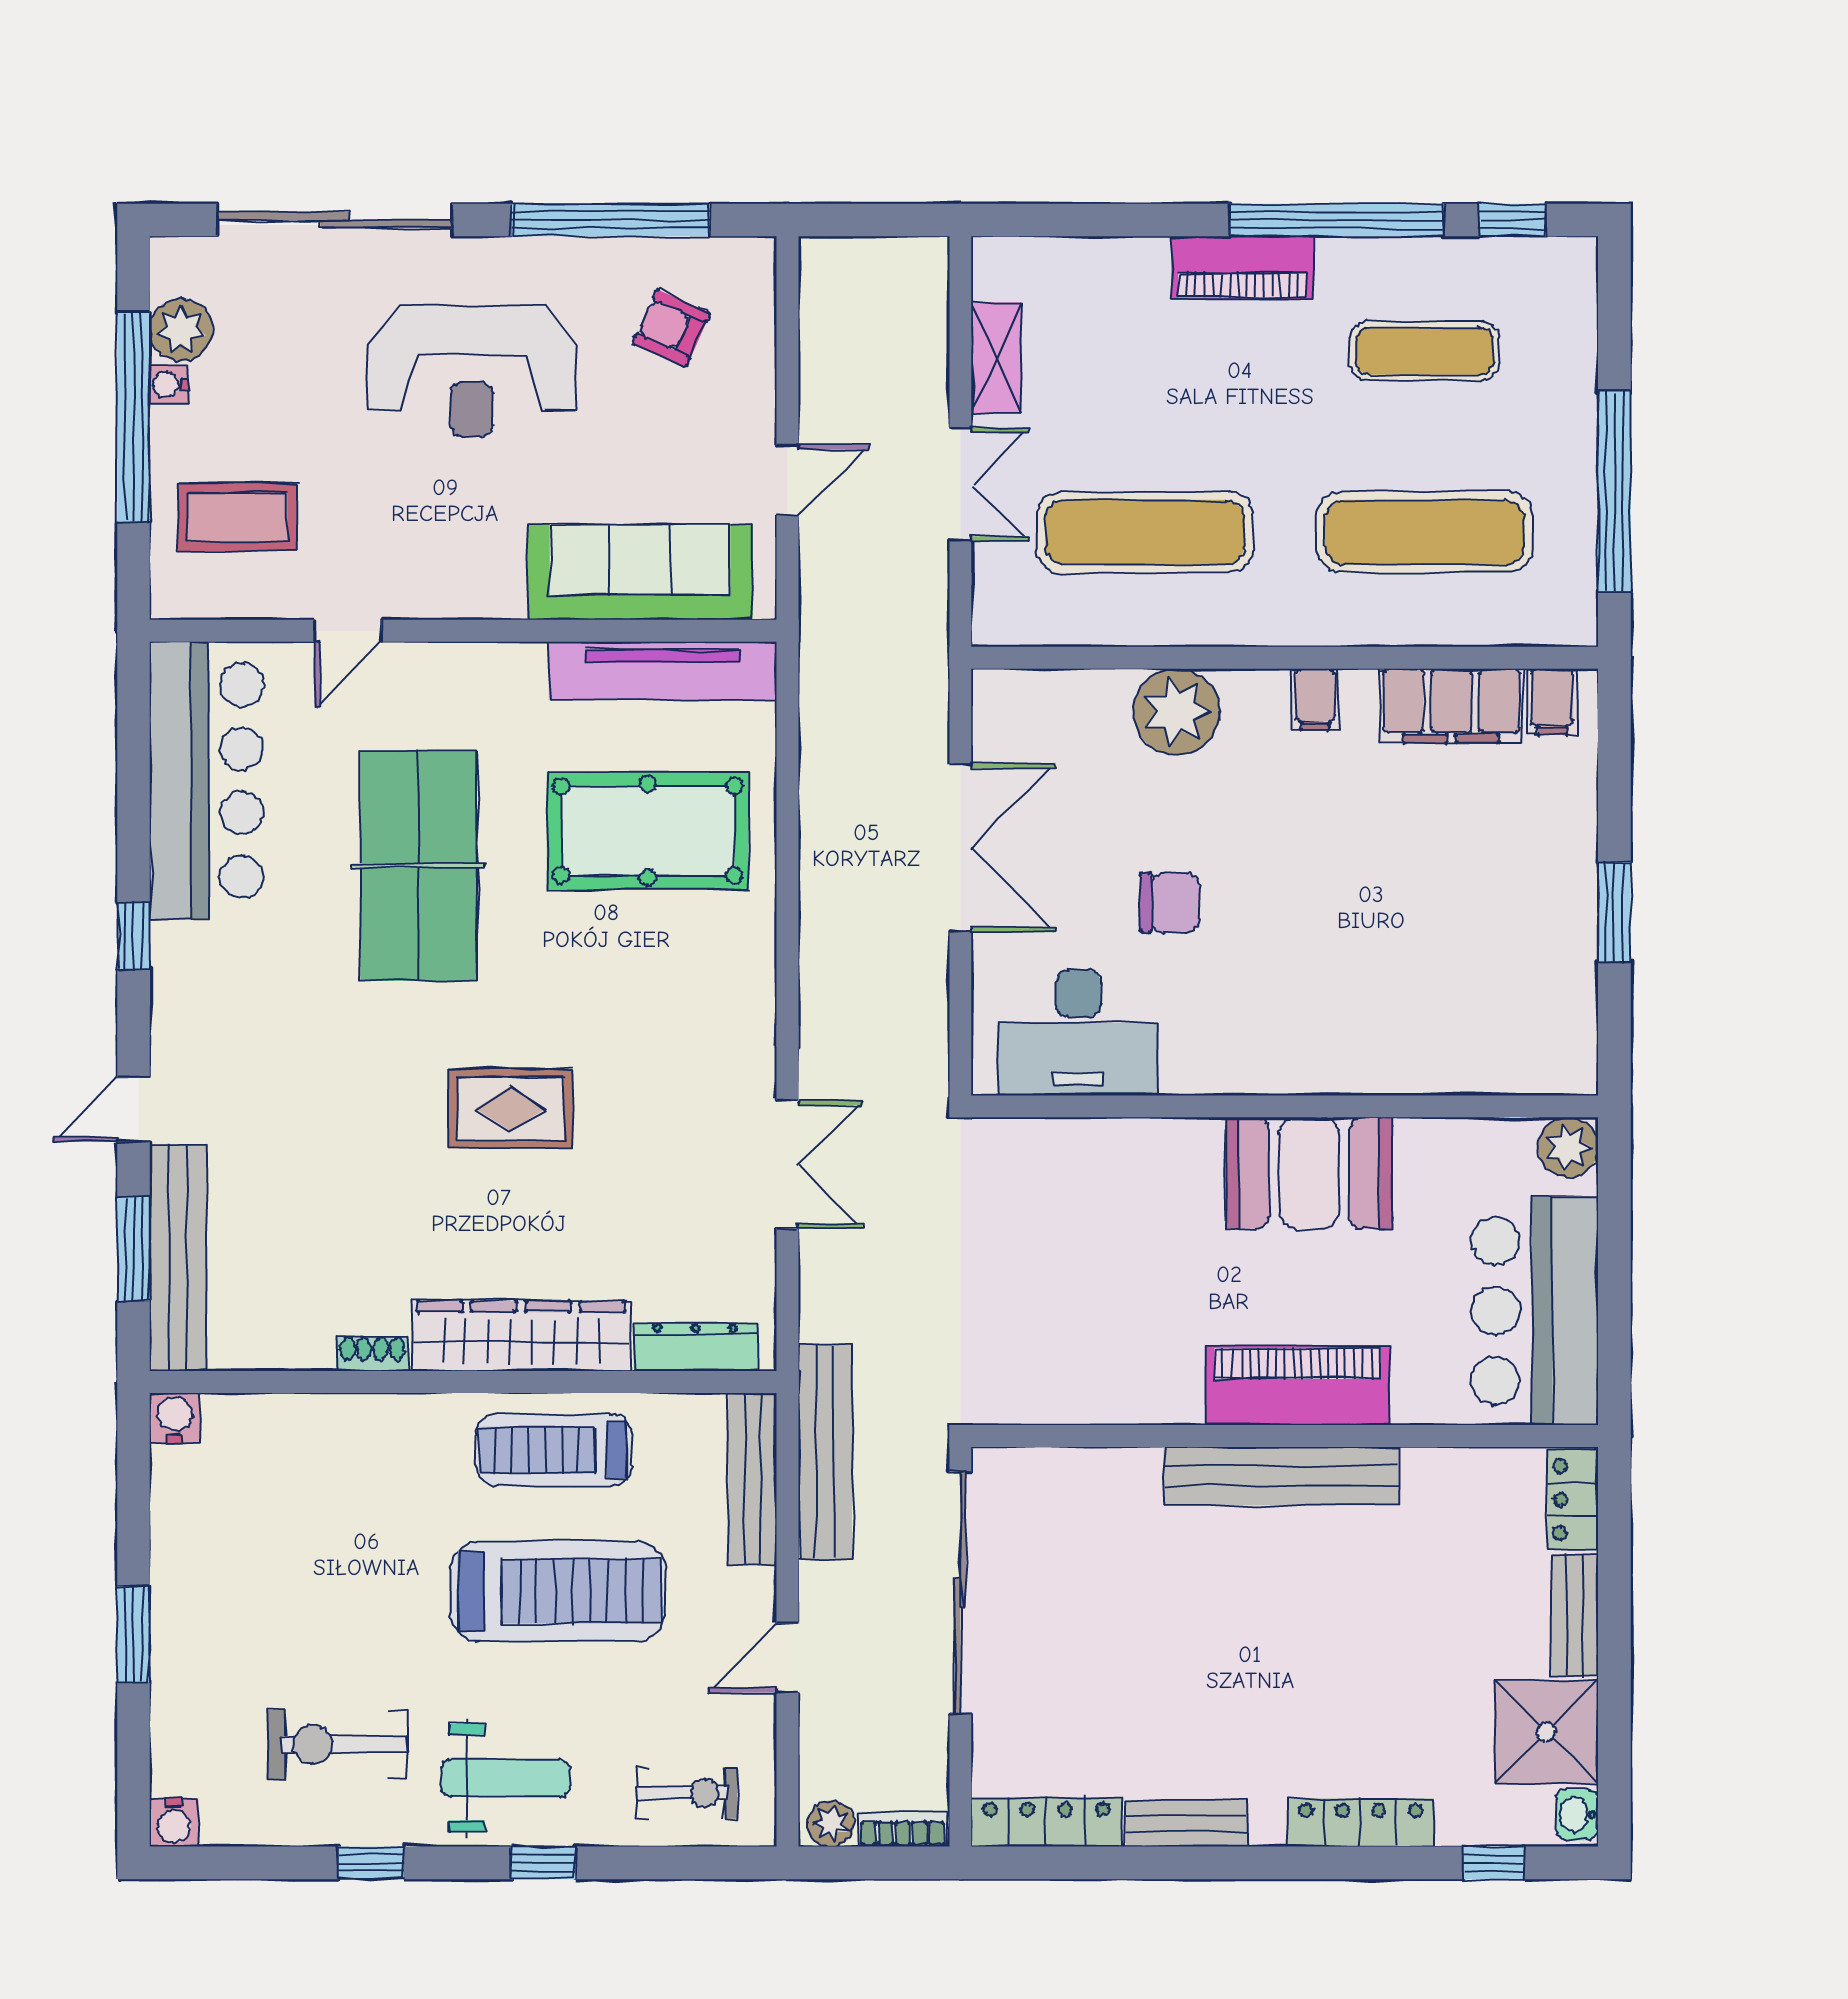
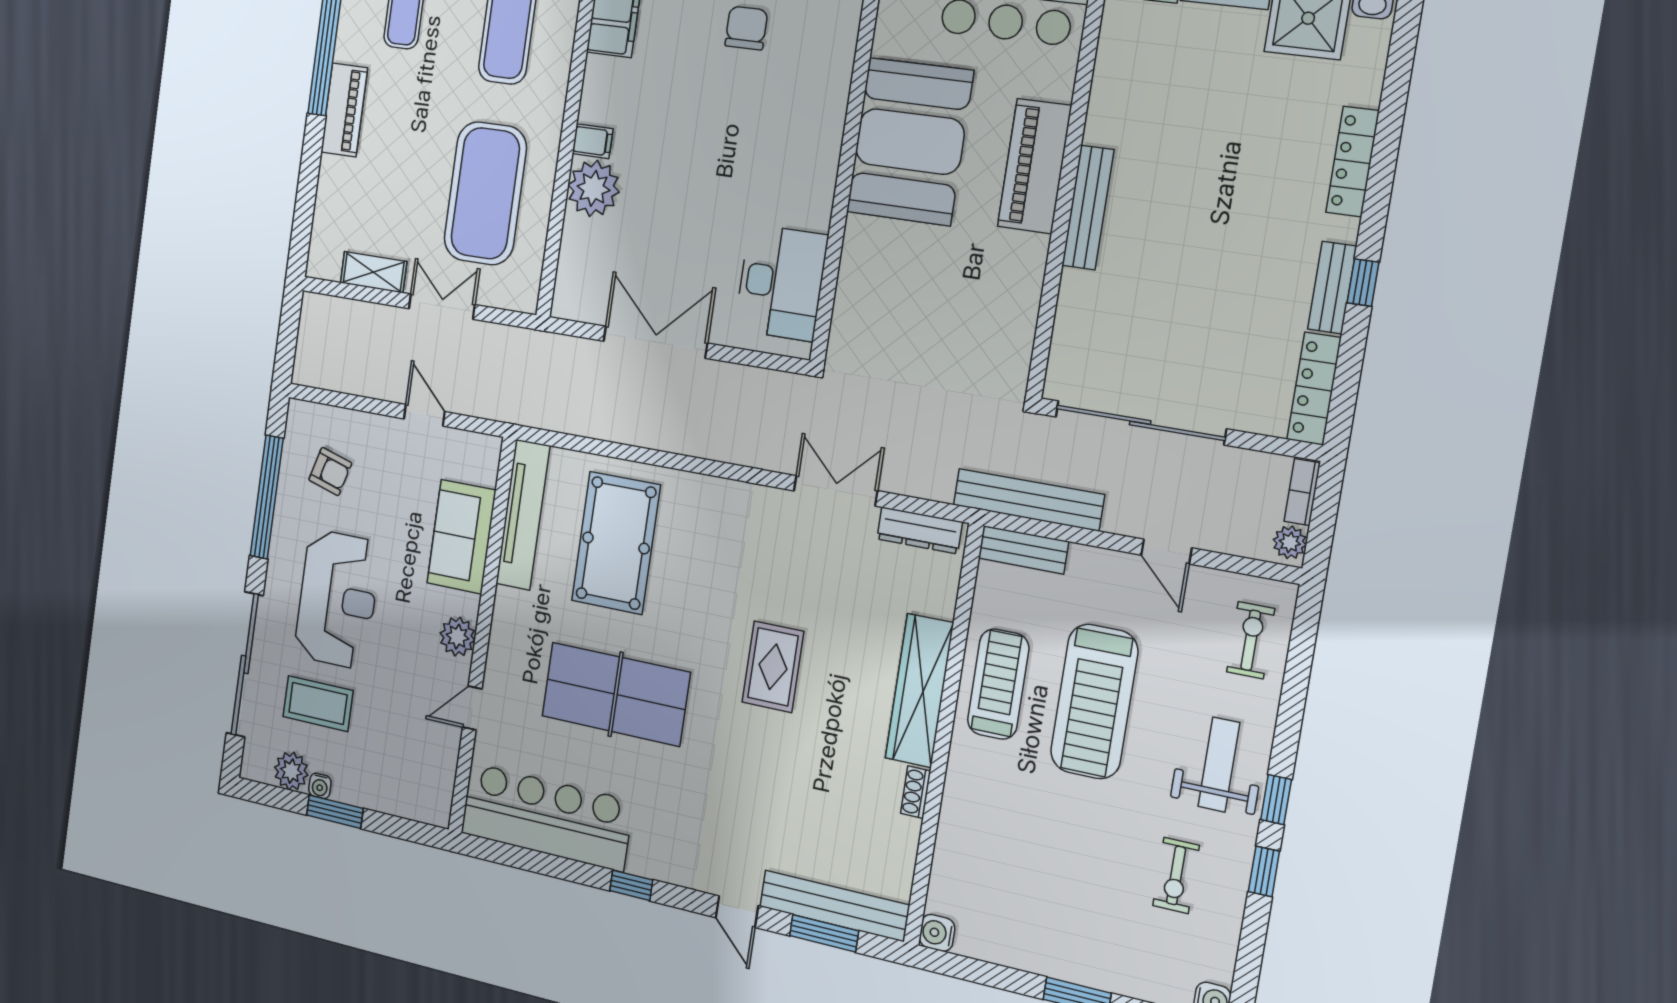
armchair: (671, 328) -> (330, 471), turned -98
window: (134, 417) -> (335, 812), width x0.47
coffee table: (237, 517) -> (318, 704), moved, turned 90
exercise mat: (1145, 532) -> (485, 193), width x1.47
sofa: (640, 572) -> (461, 537), width x0.73
plant: (454, 589) -> (457, 637), added
door: (348, 631) -> (472, 708), swing flipped
filing cabinet: (1315, 699) -> (592, 141), moved
chair: (1170, 903) -> (746, 28), moved
booth: (1309, 1173) -> (910, 142), width x1.36, depth x1.42
dresser: (695, 1347) -> (919, 530), moved, turned -90
treadmill: (554, 1450) -> (998, 684), turned 180
bench: (1281, 1476) -> (1088, 208), width x0.73, depth x0.82
bench: (753, 1479) -> (1023, 550), width x0.73
treadmill: (557, 1591) -> (1094, 701), turned 180
exercise bike: (338, 1745) -> (1176, 875), width x0.73, depth x0.72
window: (543, 1863) -> (1276, 800), moved
window: (1494, 1863) -> (1363, 283), moved

